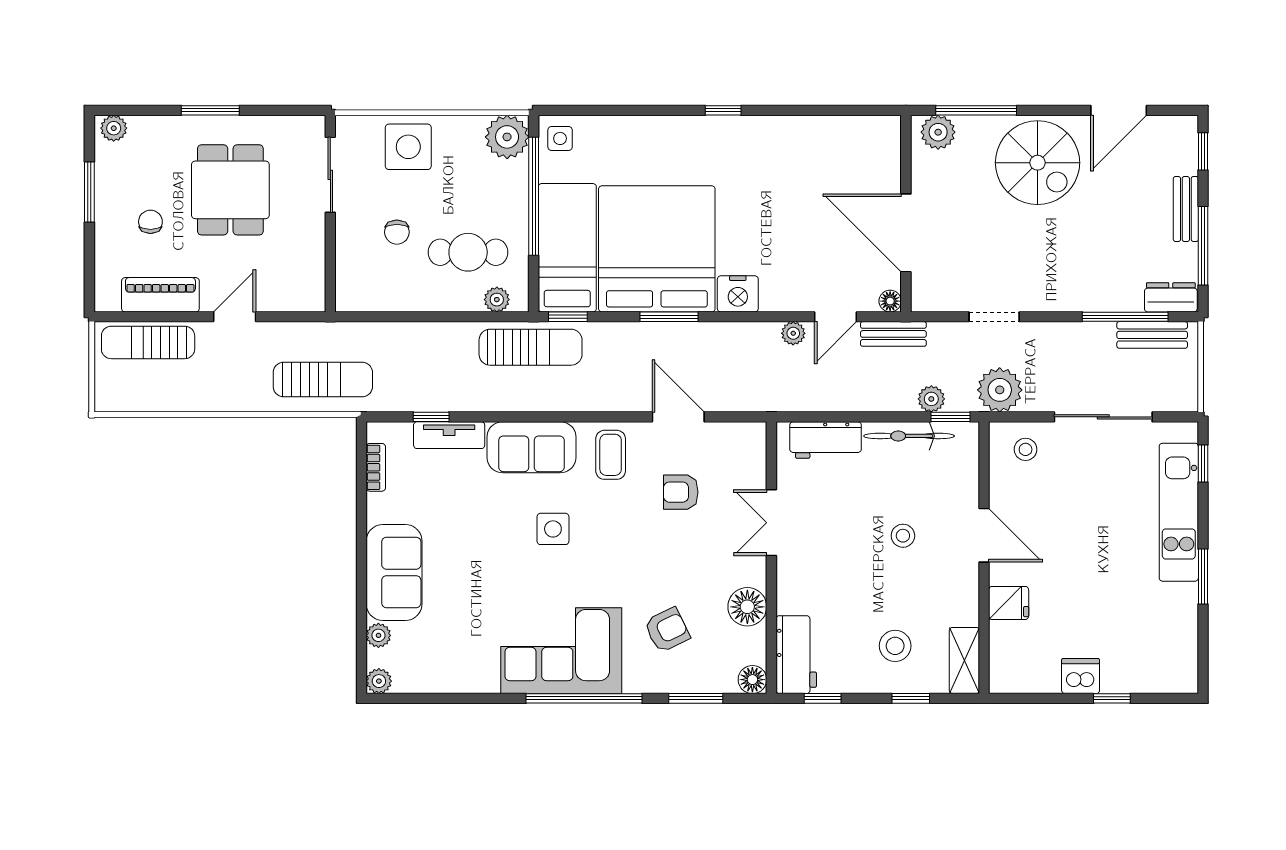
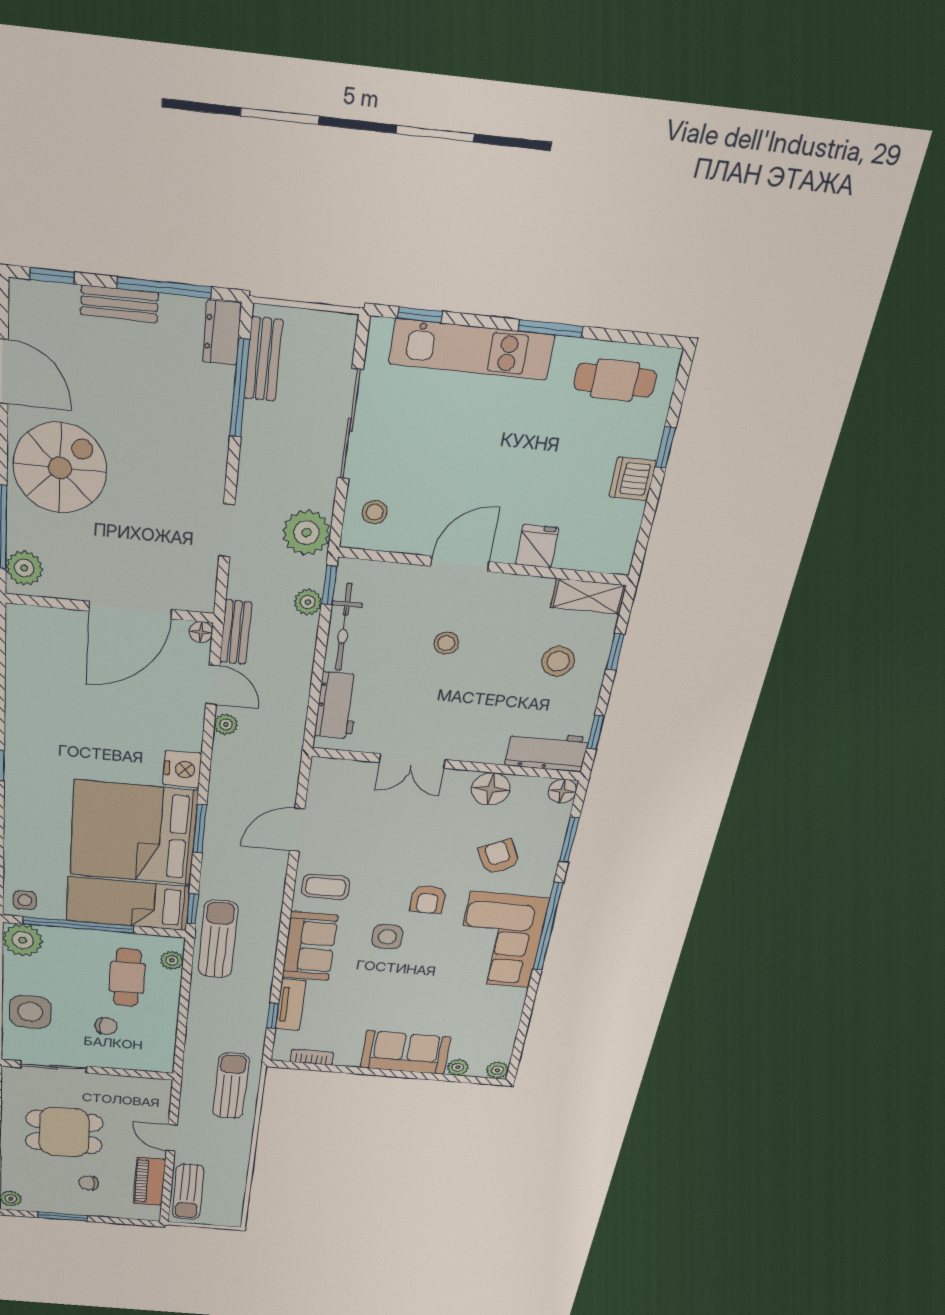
armchair: (681, 492) -> (428, 900), moved
cafe table: (1166, 641) -> (615, 380), added

